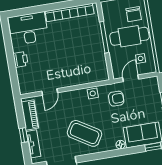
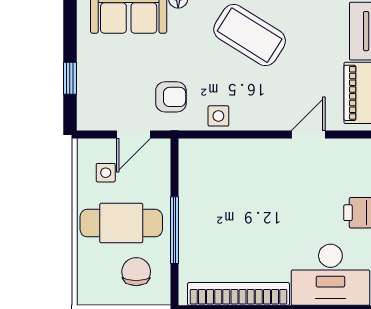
chair: (134, 14) -> (136, 272), moved
armchair: (116, 99) -> (171, 97), turned 180

